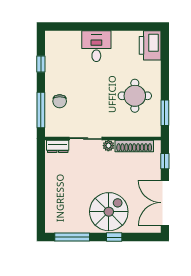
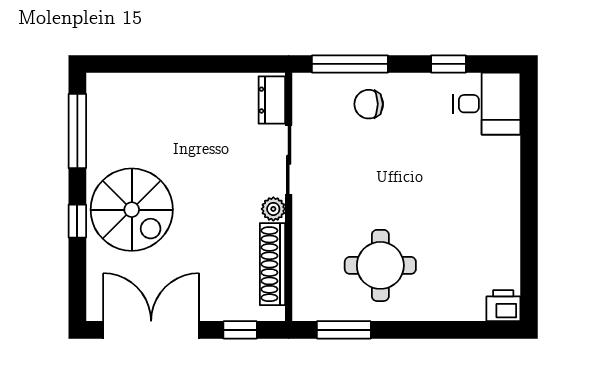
printer: (150, 45) -> (503, 306), width x0.53, depth x0.68
desk: (96, 46) -> (487, 104), moved

